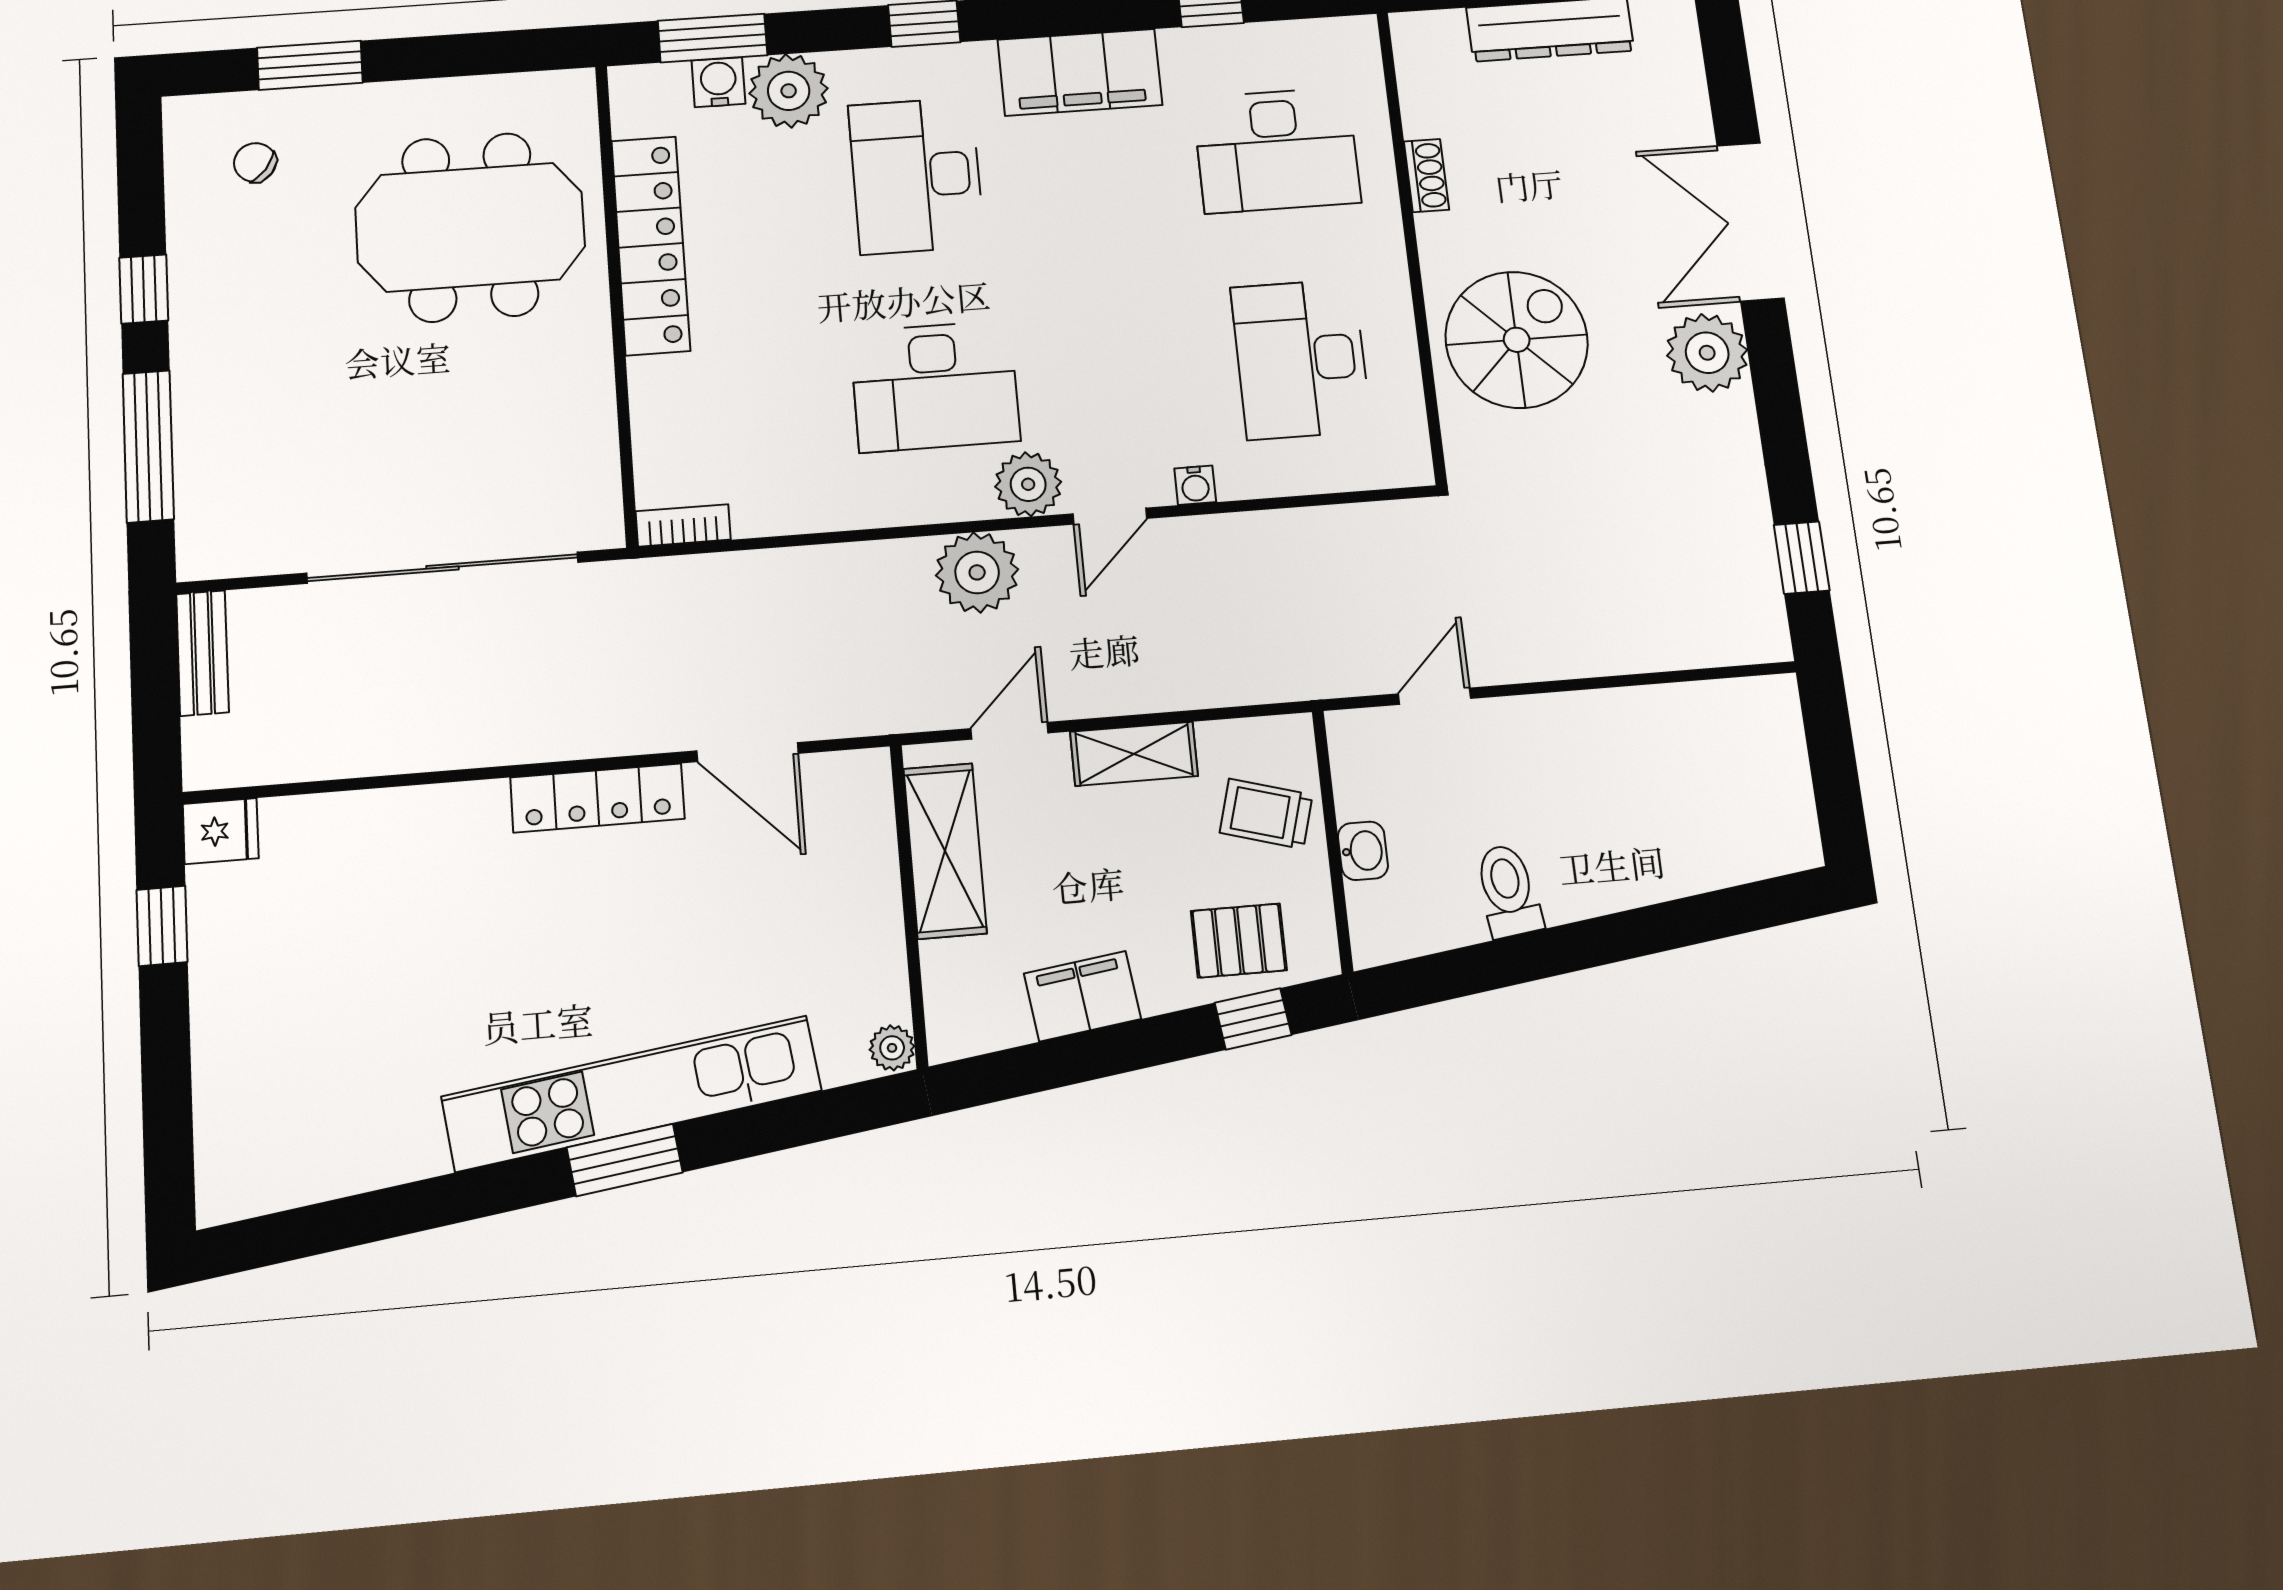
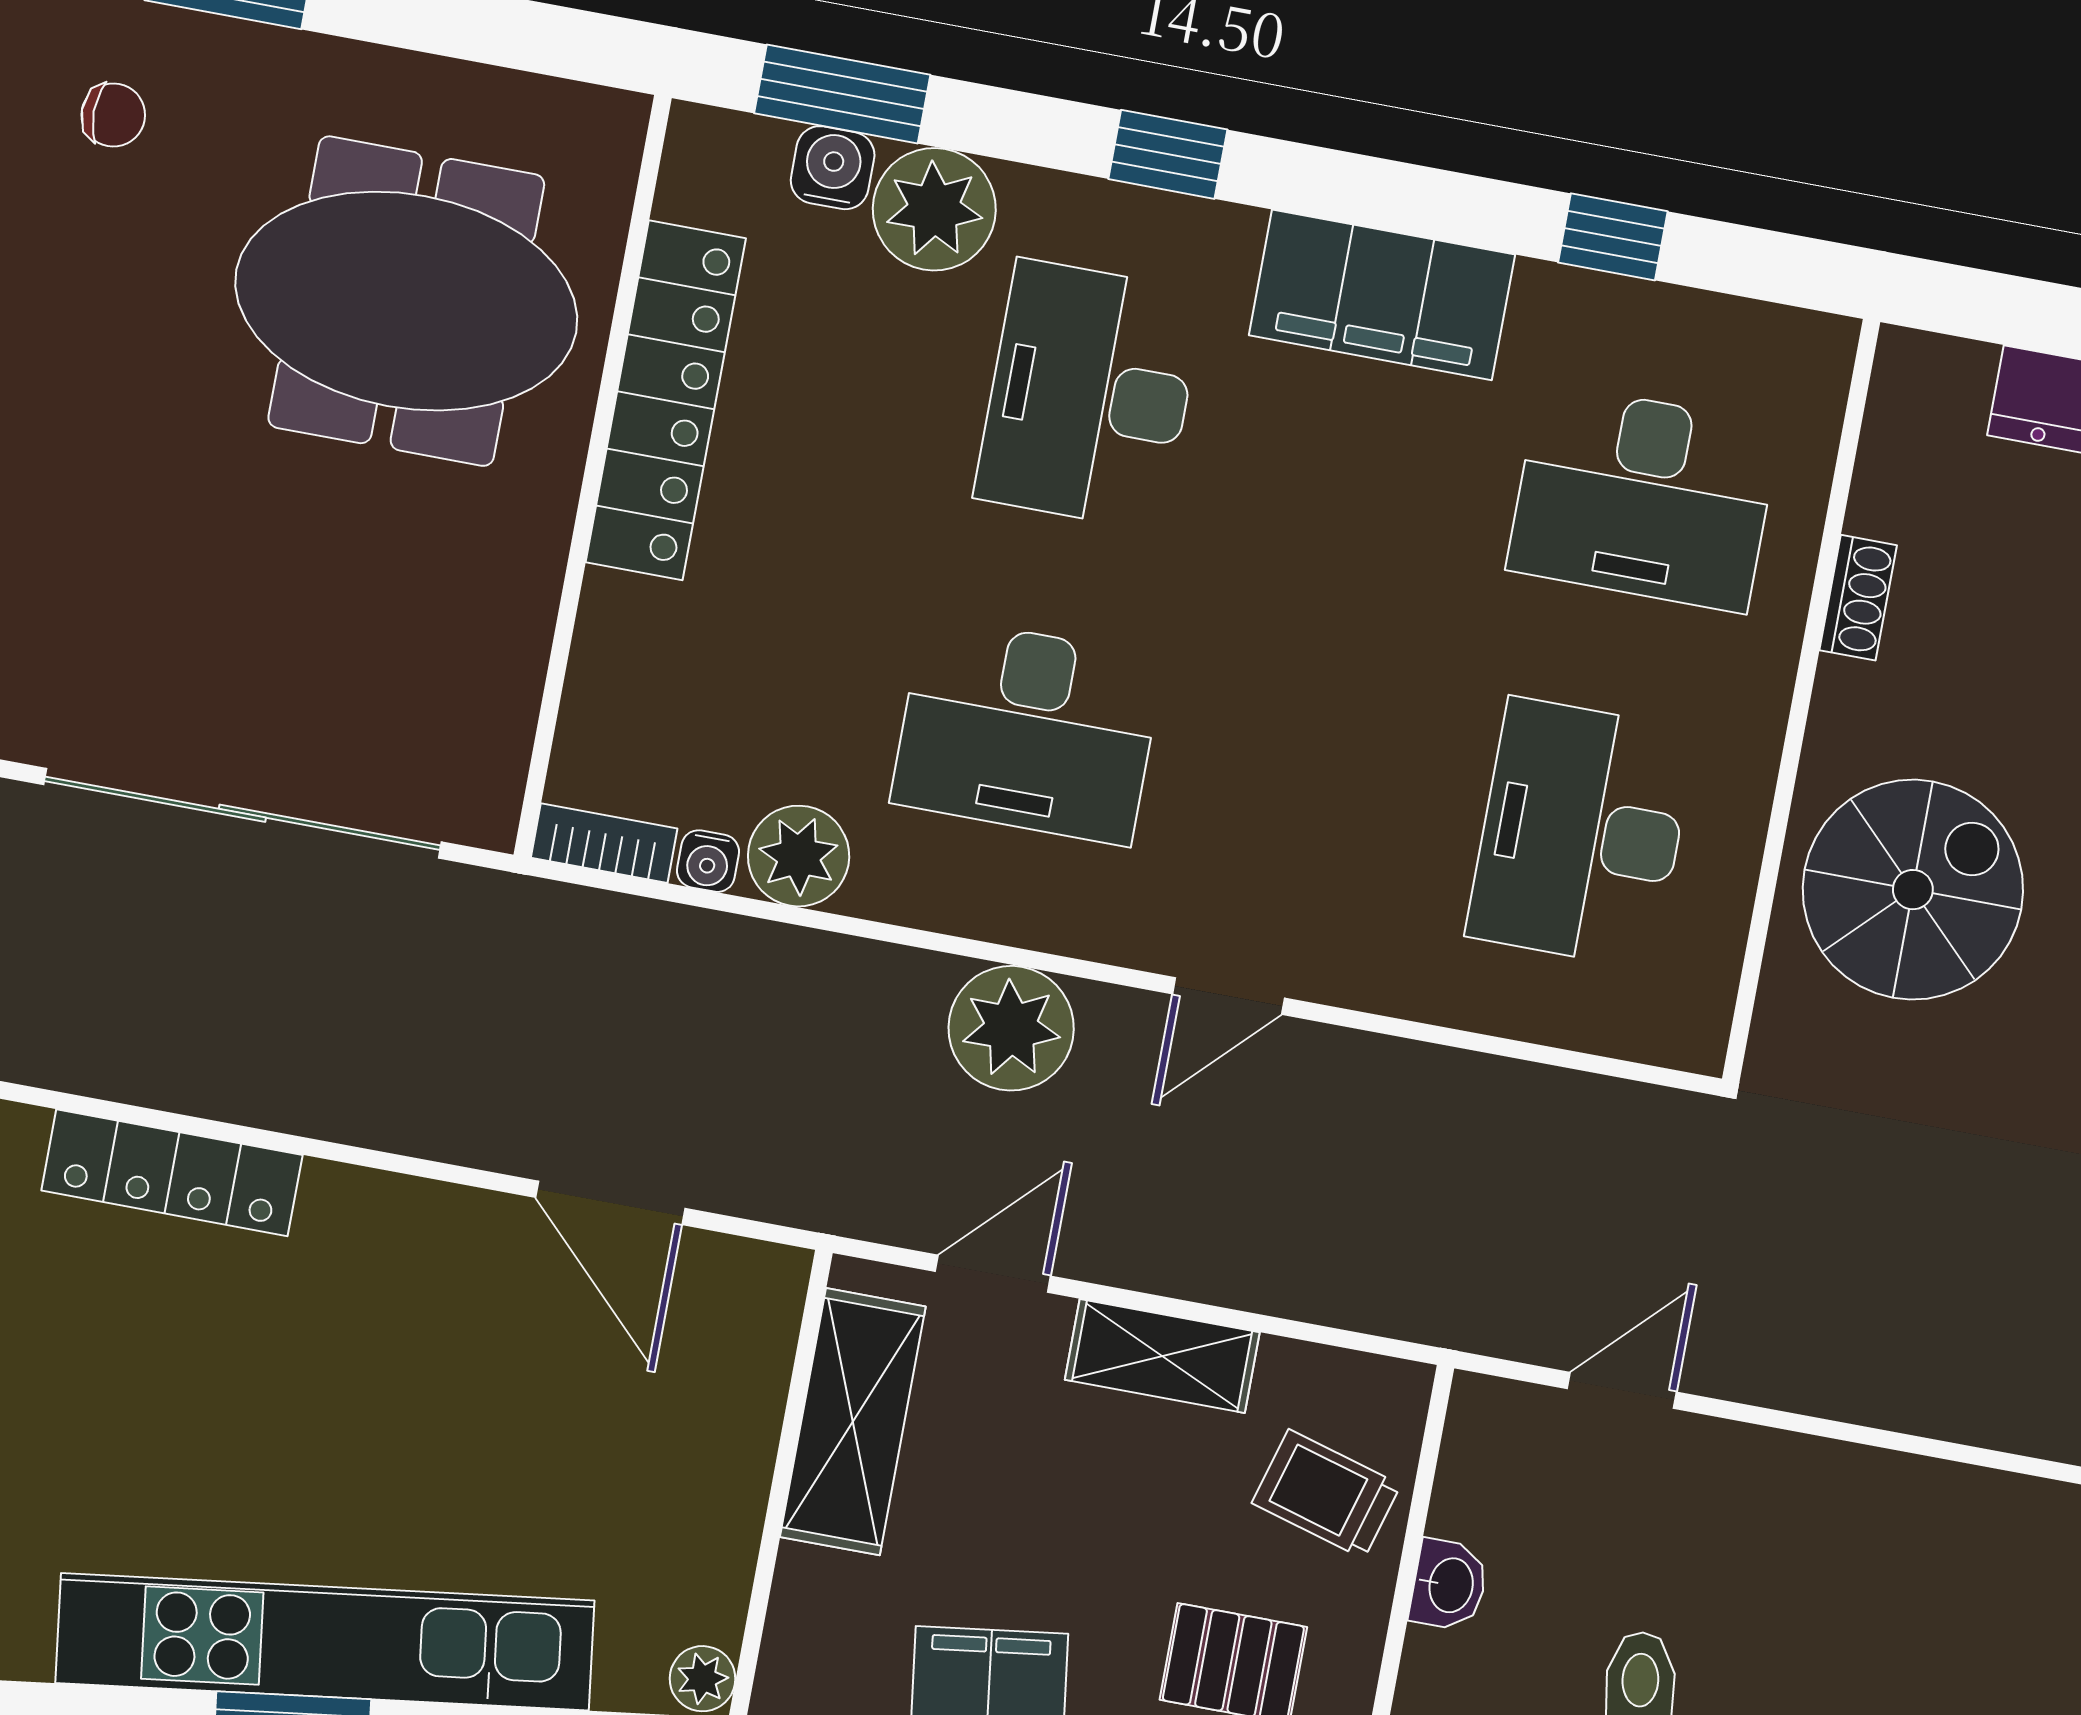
chair: (255, 162) -> (113, 115), turned 142
plant: (1028, 484) -> (799, 856), moved
water cooler: (1195, 485) -> (708, 861), moved
locker: (597, 798) -> (172, 1173), moved

